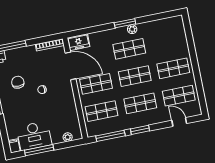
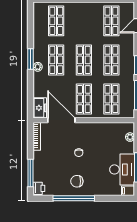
plant: (132, 29) -> (38, 67), moved
door: (71, 66) -> (61, 120), hinge flipped
shop shelf: (173, 68) -> (56, 21), moved
chair: (18, 82) -> (77, 181), moved

